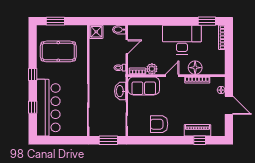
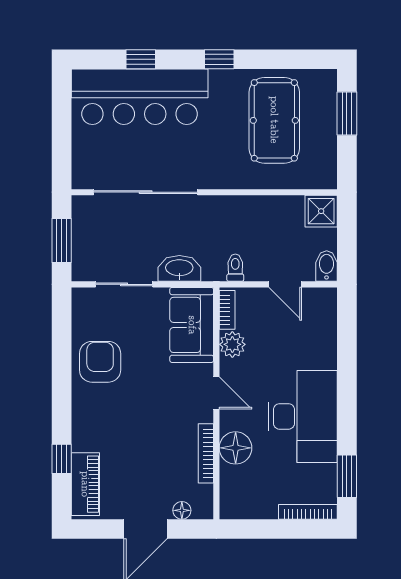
piano: (197, 130) -> (85, 484), moved

